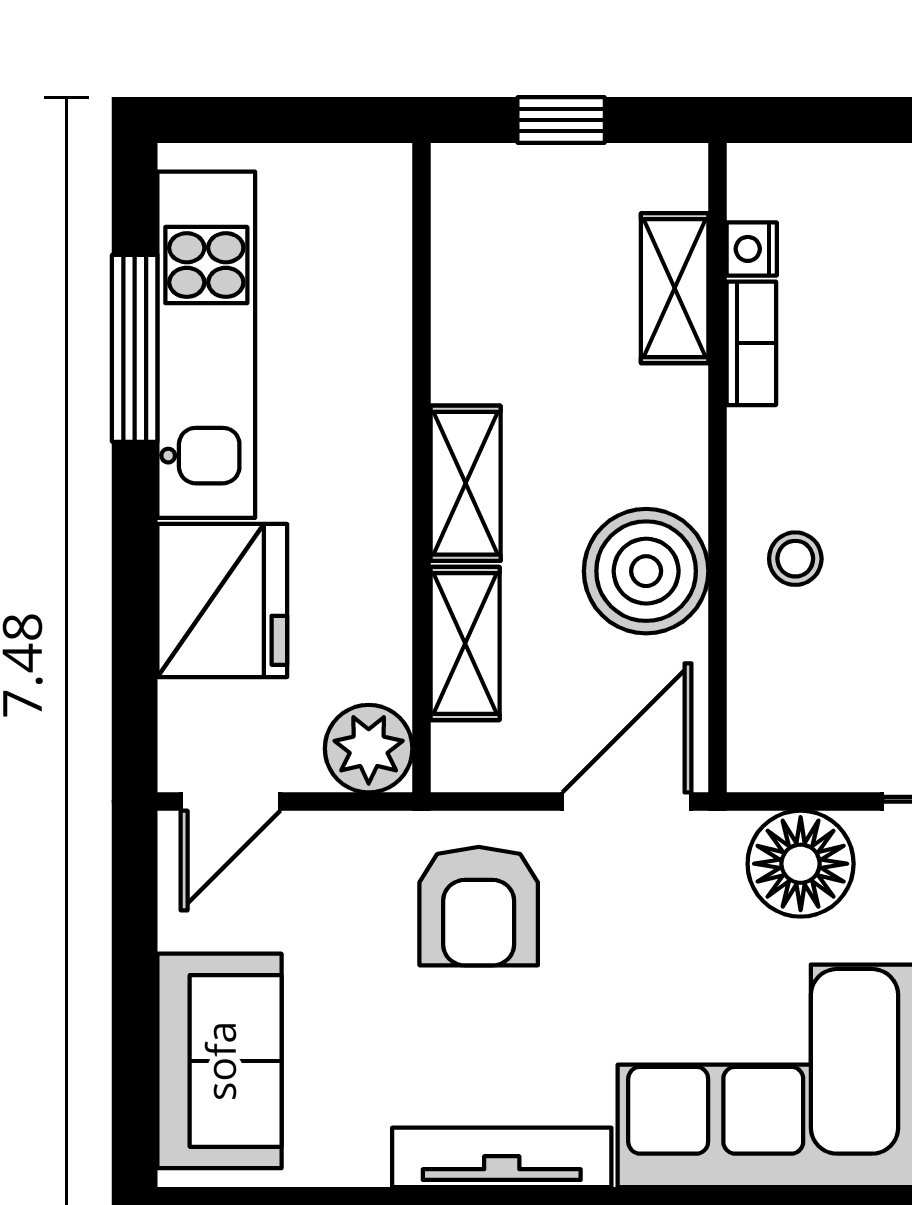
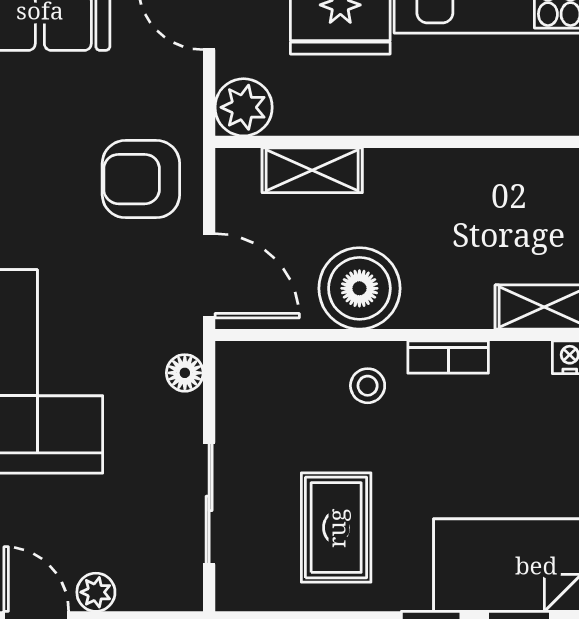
bookcase: (751, 343) -> (448, 357), moved
shelving: (466, 483) -> (417, 171), removed
floor lamp: (801, 864) -> (185, 373), width x0.53, depth x0.53

